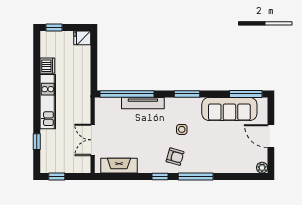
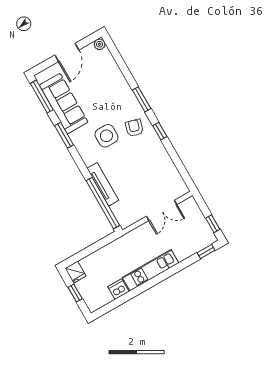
window: (54, 27) -> (75, 293), moved
window: (187, 94) -> (64, 135), moved
side table: (182, 129) -> (106, 136), width x1.87, depth x1.87
window: (37, 142) -> (206, 252), moved
fireplace: (119, 166) -> (171, 174), removed
window: (196, 176) -> (142, 99), width x0.69

